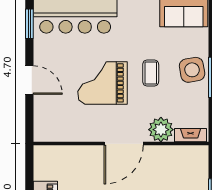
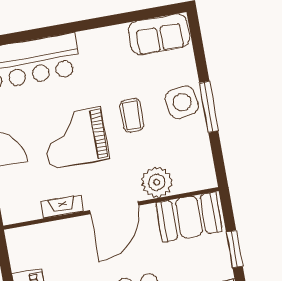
fireplace: (191, 135) -> (62, 206), moved
booth: (181, 161) -> (189, 217), added

